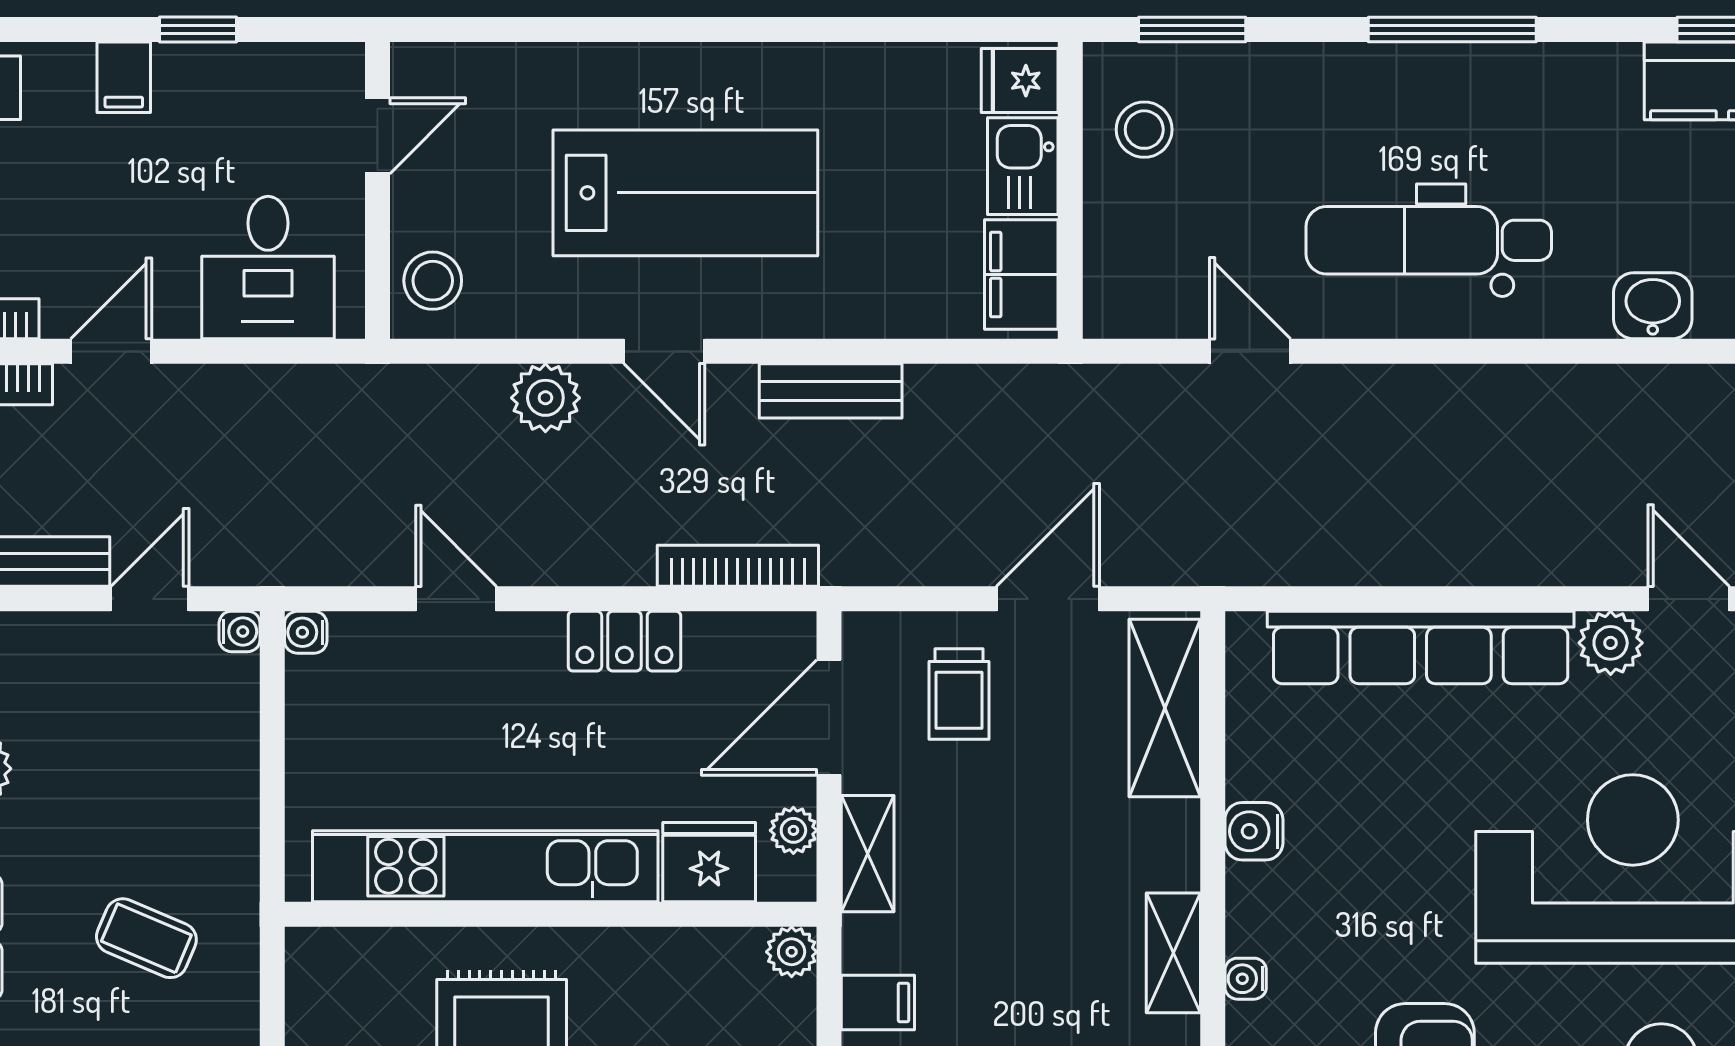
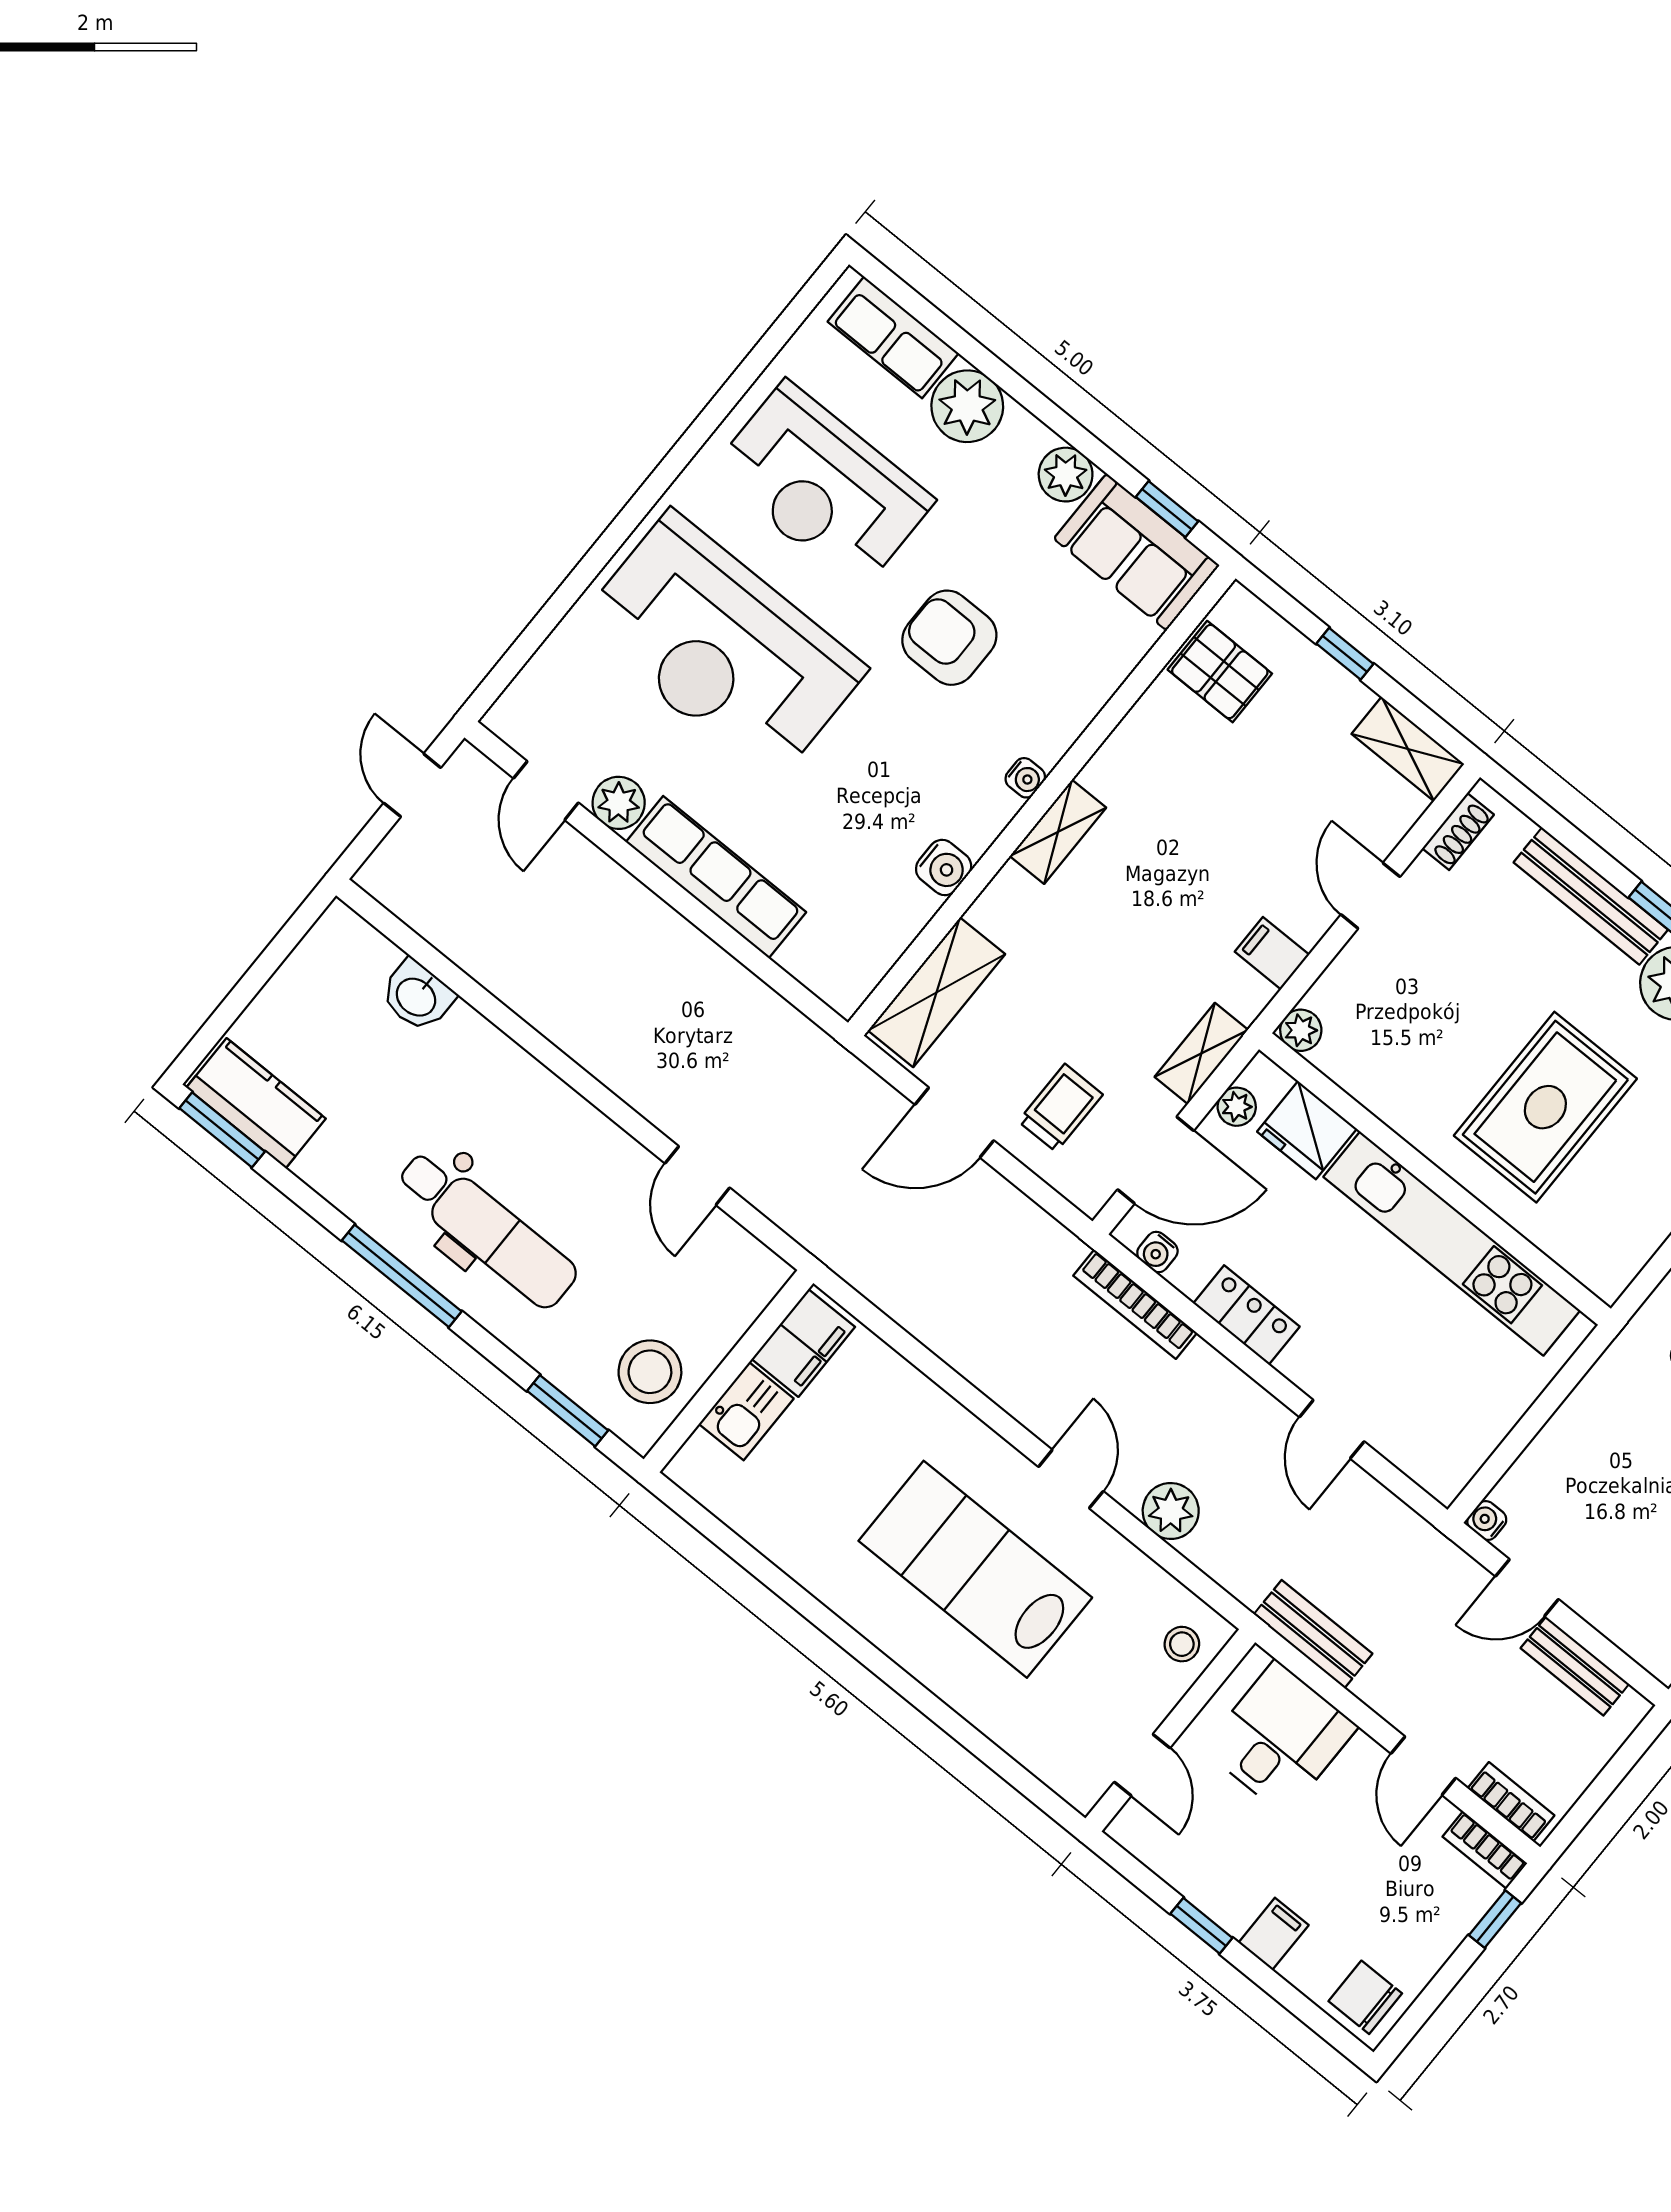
fridge: (1020, 81) -> (704, 1468), removed
stool: (1144, 130) -> (650, 1372), width x1.38, depth x1.38
door: (377, 136) -> (1142, 1765), swing flipped
dental chair: (1429, 240) -> (487, 1229), moved
stool: (433, 281) -> (1182, 1644), width x0.73, depth x0.73
door: (111, 351) -> (1423, 1766), hinge flipped
bench: (831, 391) -> (1313, 1634), moved
water cooler: (306, 632) -> (1157, 1252), moved, turned 90
row of seats: (1421, 647) -> (716, 877), width x0.73

